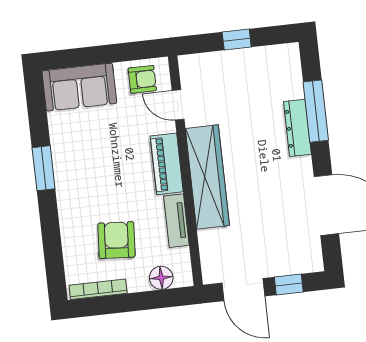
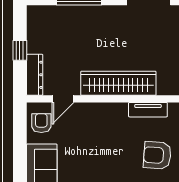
dresser: (297, 128) -> (35, 75), moved, turned -90
piano: (167, 164) -> (105, 112), removed

